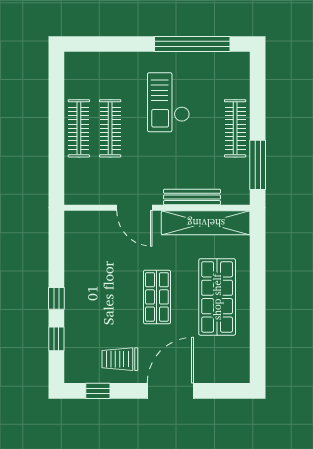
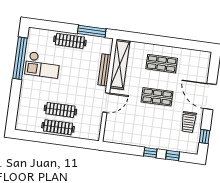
checkout: (168, 102) -> (42, 65), moved
shop shelf: (217, 297) -> (162, 64), width x0.70, depth x0.74

